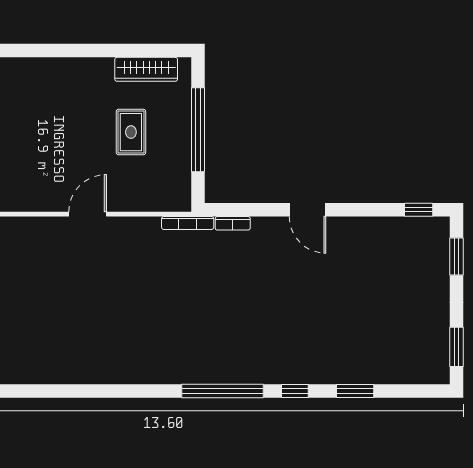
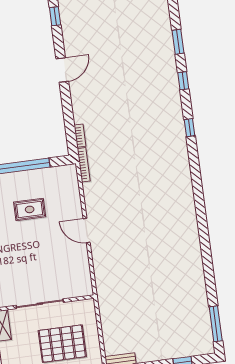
door: (307, 210) -> (62, 70), moved
window: (223, 391) -> (190, 128), width x0.32

